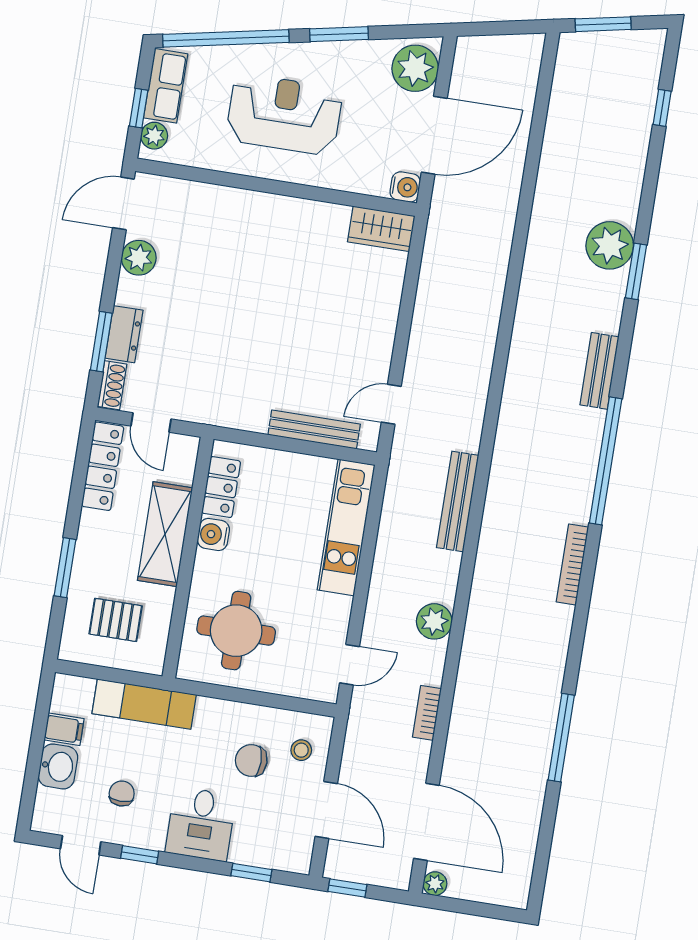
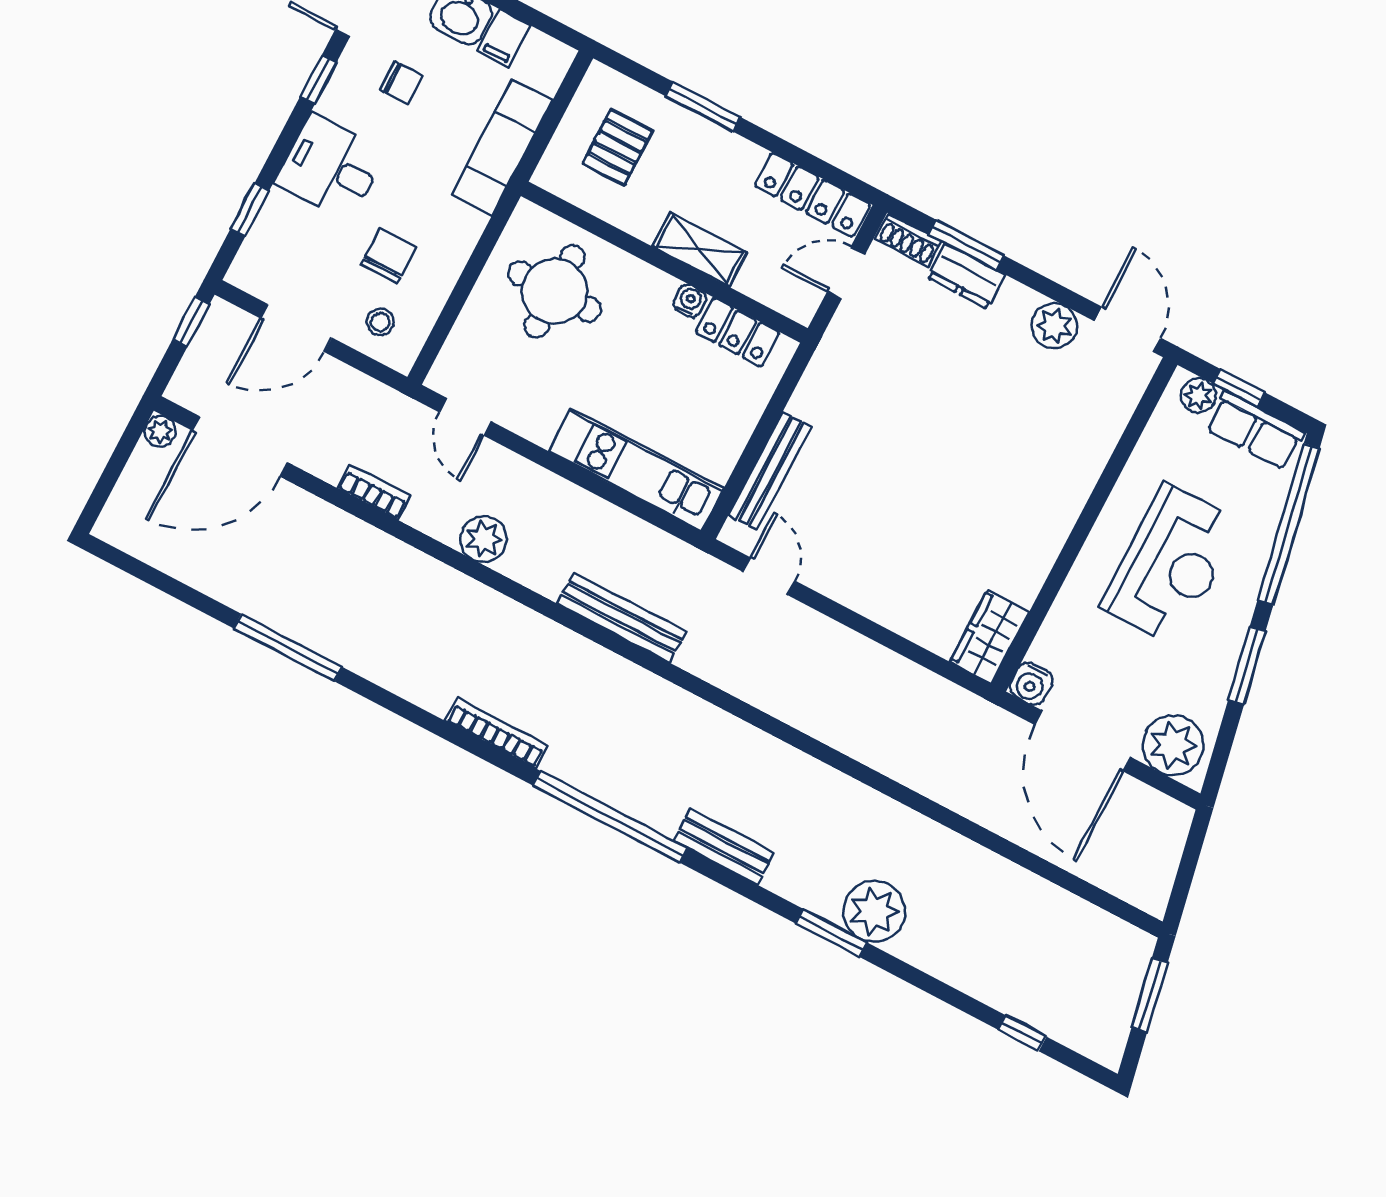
shelving: (165, 534) -> (700, 250), width x0.67, depth x0.75
water cooler: (213, 534) -> (690, 301), width x0.72, depth x0.72

